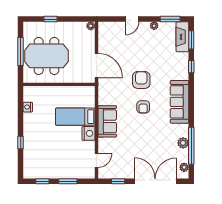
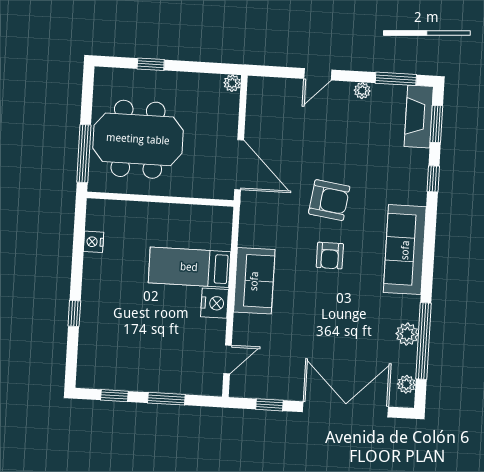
window: (21, 51) -> (84, 154), moved
armchair: (141, 80) -> (329, 200), turned 98

